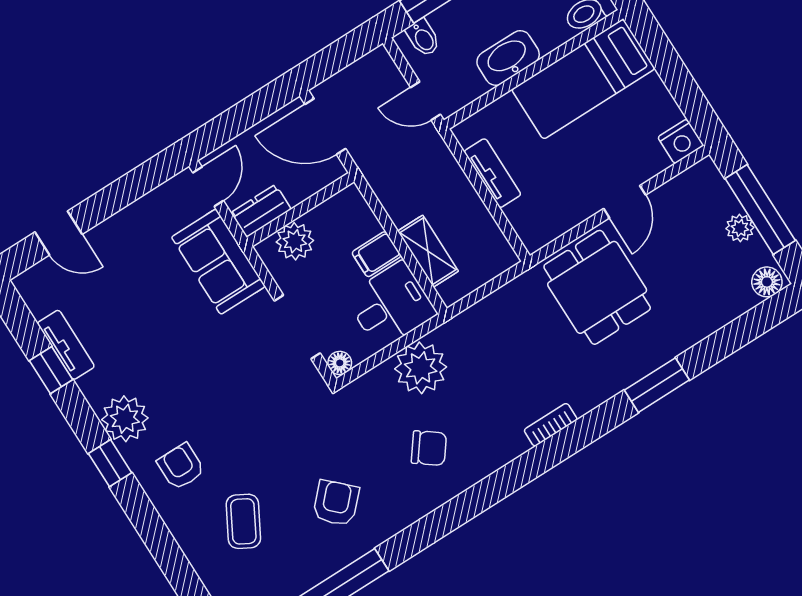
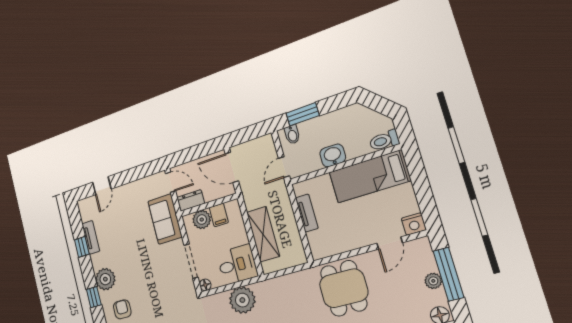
washbasin: (508, 58) -> (333, 155), width x0.72
door: (425, 101) -> (284, 167), hinge flipped
door: (208, 187) -> (171, 182), hinge flipped
door: (625, 202) -> (390, 243), moved
door: (59, 233) -> (102, 186), hinge flipped
shelving: (428, 251) -> (263, 234), width x1.50, depth x1.33
filing cabinet: (376, 254) -> (219, 215), moved, turned -90

